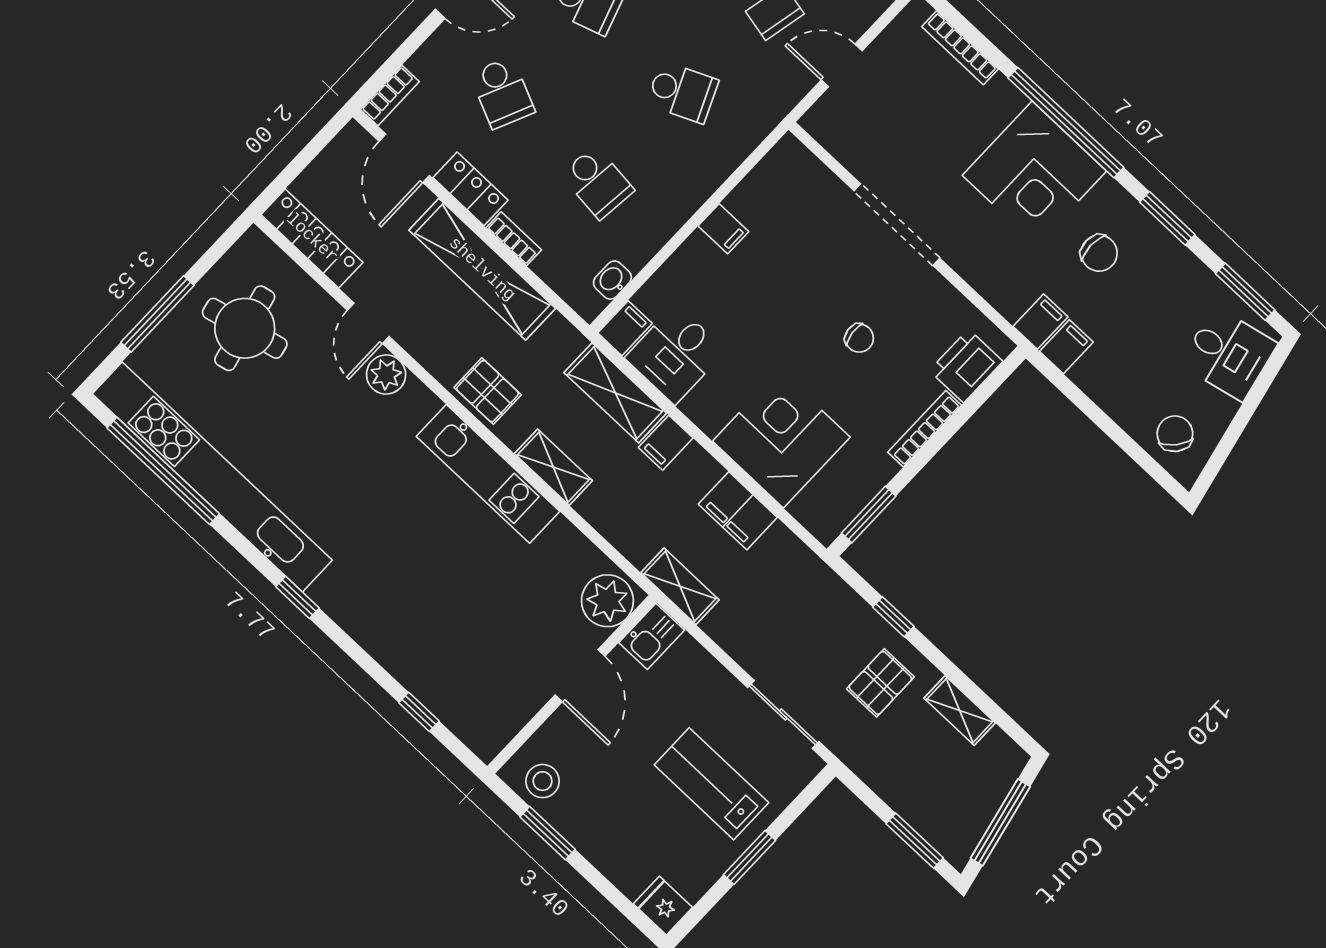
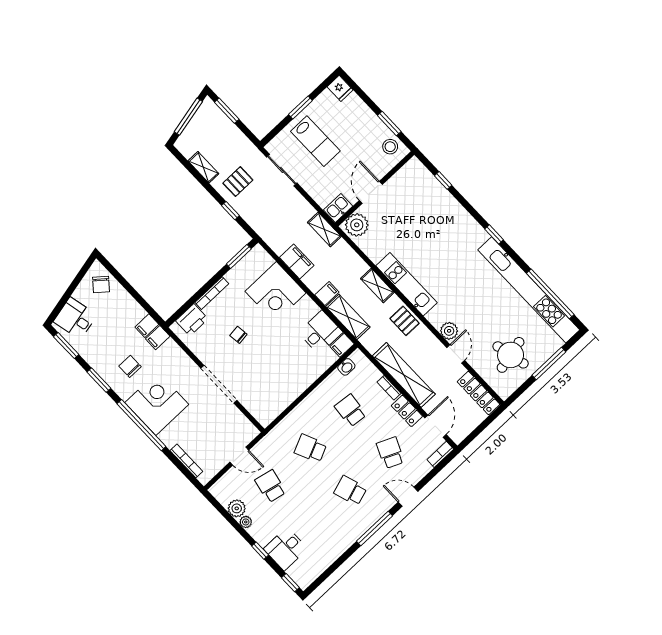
filing cabinet: (723, 229) -> (296, 387), removed

